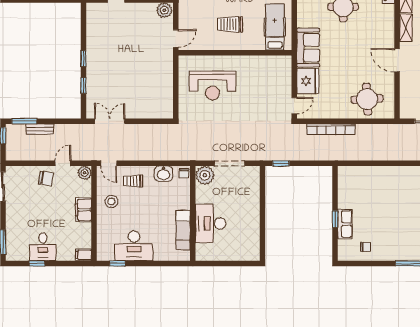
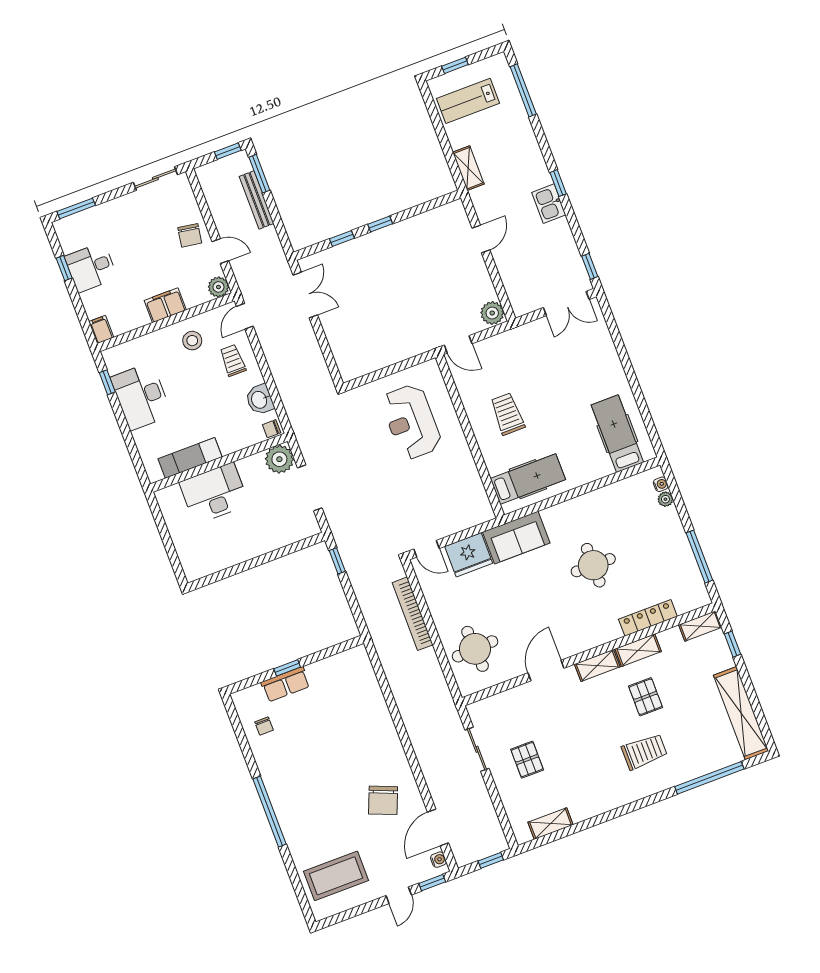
bench: (40, 129) -> (257, 200), width x1.36

